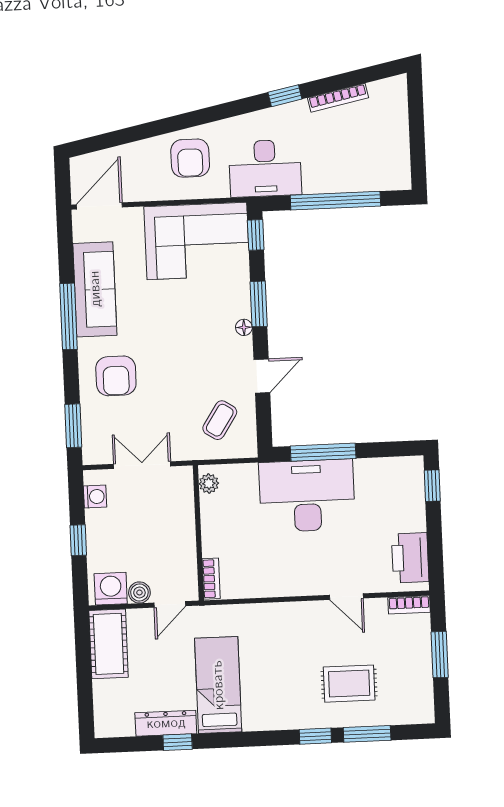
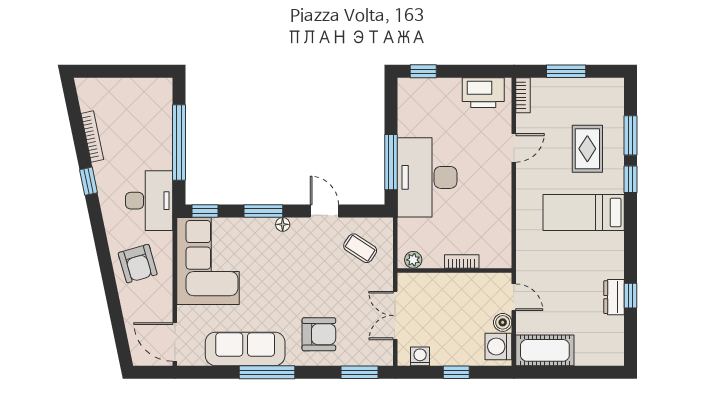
armchair: (190, 158) -> (138, 264), turned 74
bookcase: (211, 579) -> (462, 261), moved
bed: (218, 685) -> (584, 212), moved
dresser: (166, 723) -> (614, 297), width x0.70

